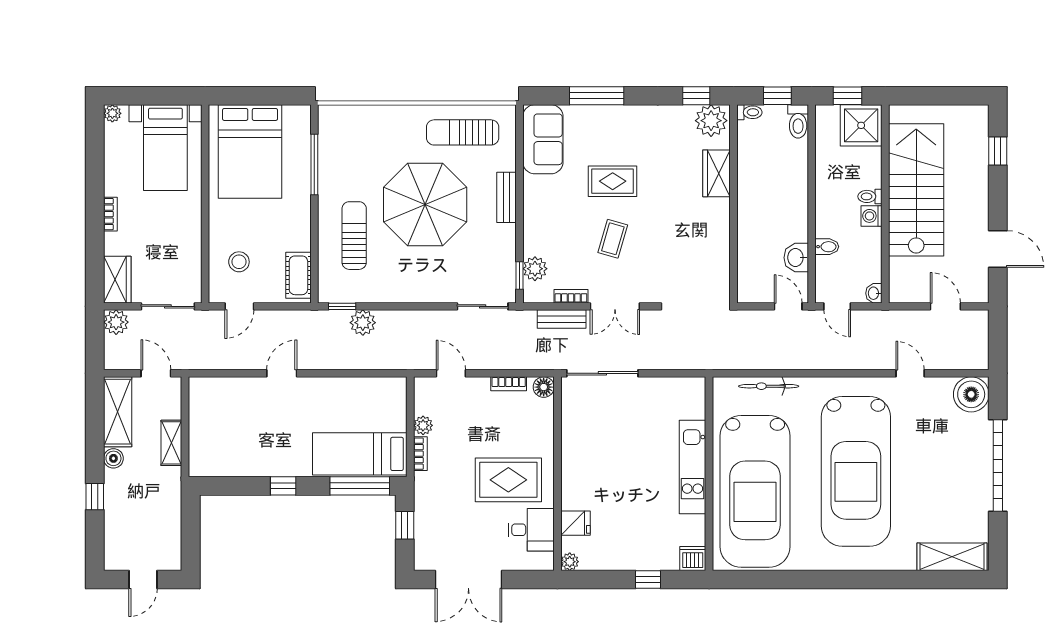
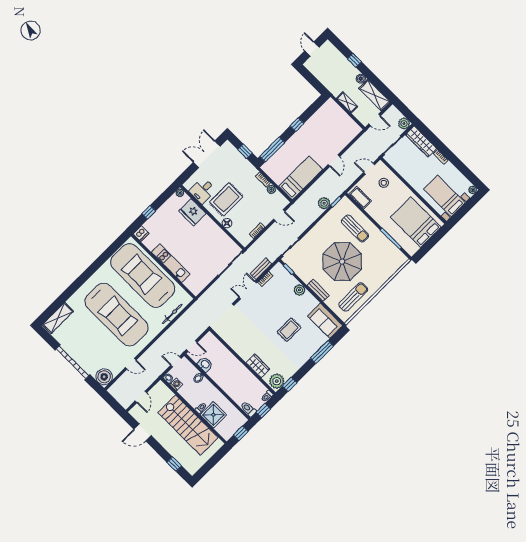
shower: (861, 125) -> (213, 415), moved
washing machine: (872, 216) -> (176, 384), moved
coffee table: (613, 239) -> (270, 311), removed
plant: (535, 269) -> (299, 290), moved
wardrobe: (117, 280) -> (421, 141), width x1.50
door: (239, 306) -> (369, 169), hinge flipped
door: (945, 306) -> (141, 397), hinge flipped
floor lamp: (544, 387) -> (227, 223), moved
bed: (360, 454) -> (301, 178), moved
car: (856, 471) -> (117, 315), turned 180
fridge: (575, 523) -> (192, 212), width x1.88, depth x1.34

